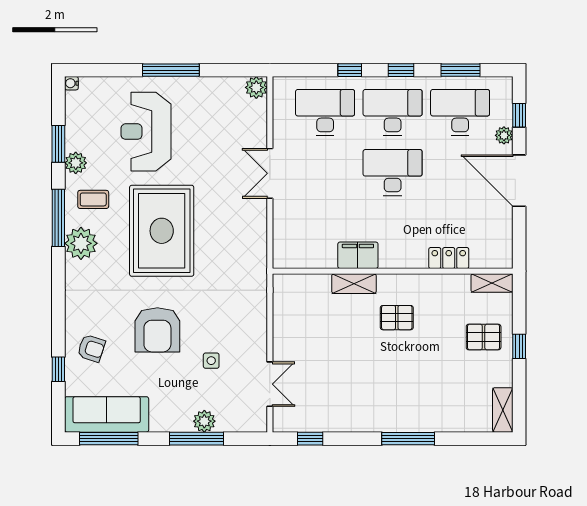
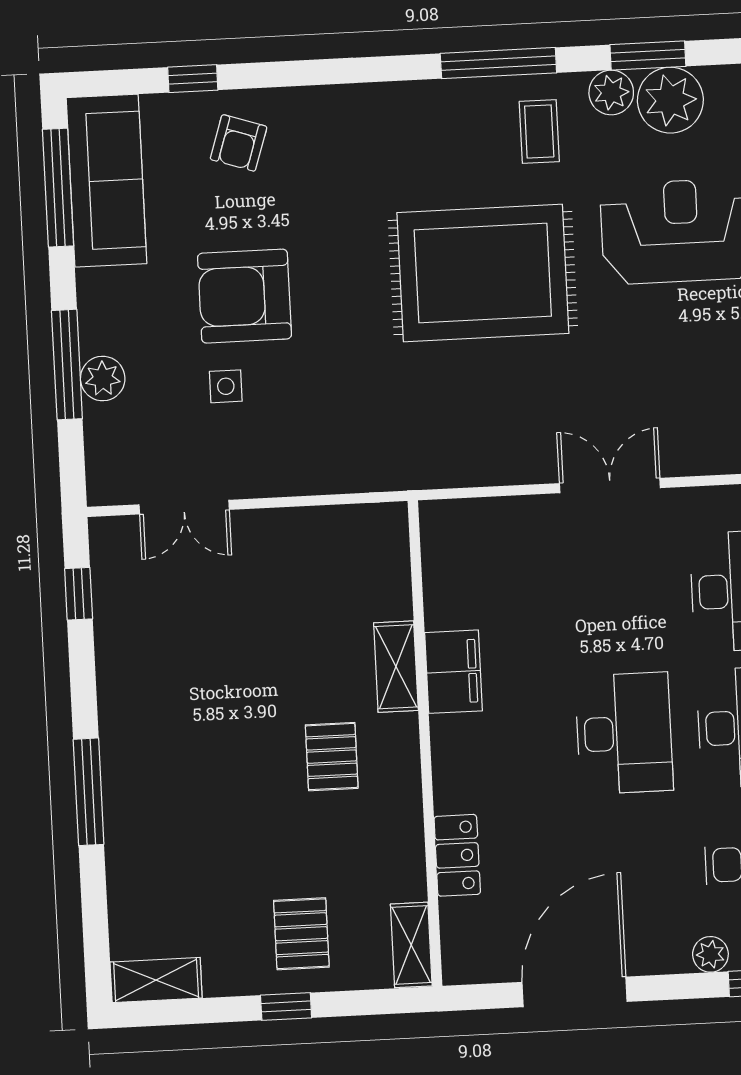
door: (519, 181) -> (575, 992), moved
plant: (81, 243) -> (670, 100), moved
armchair: (157, 330) -> (244, 296), moved

